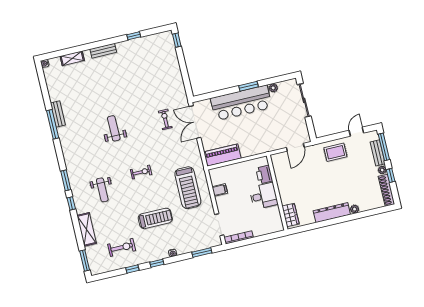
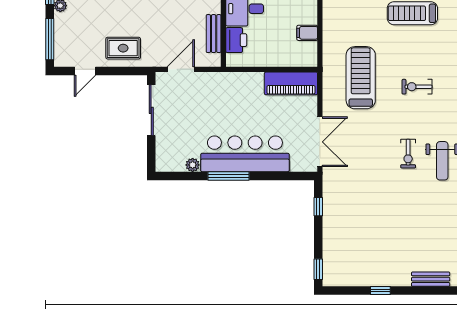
window: (186, 80) -> (318, 207), added
window: (249, 86) -> (228, 176), width x1.44
sliding door: (304, 100) -> (151, 110), moved
exercise bike: (165, 119) -> (408, 154), moved
bench: (378, 153) -> (214, 34), moved
treadmill: (188, 188) -> (361, 78), moved

